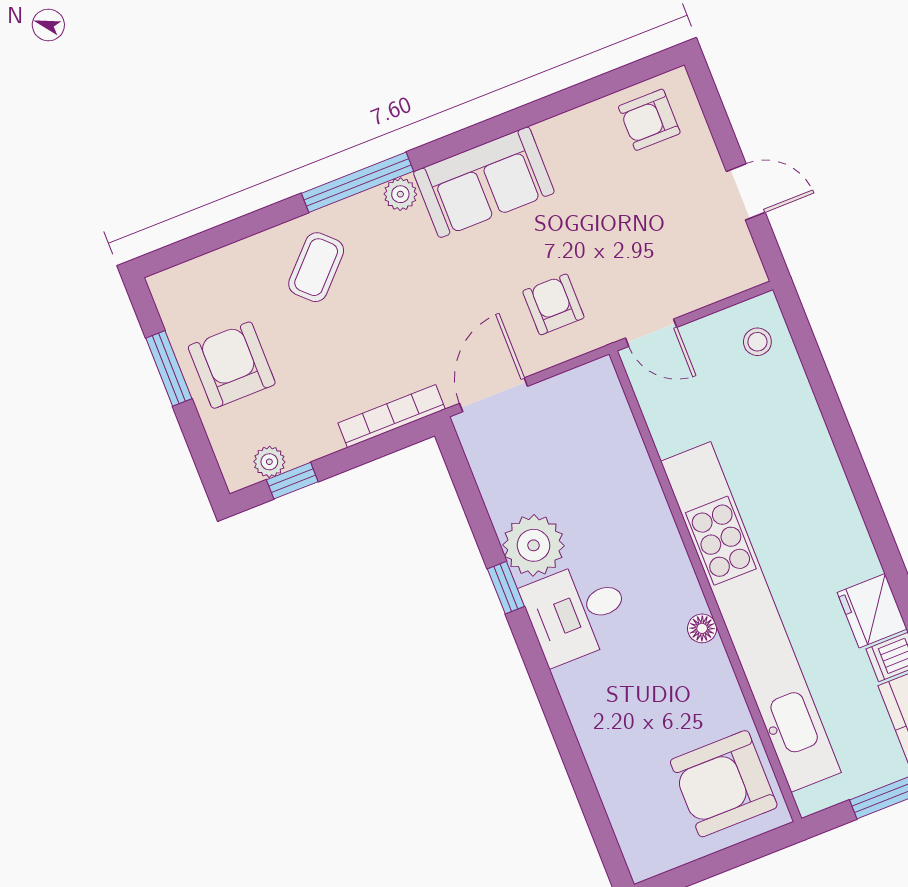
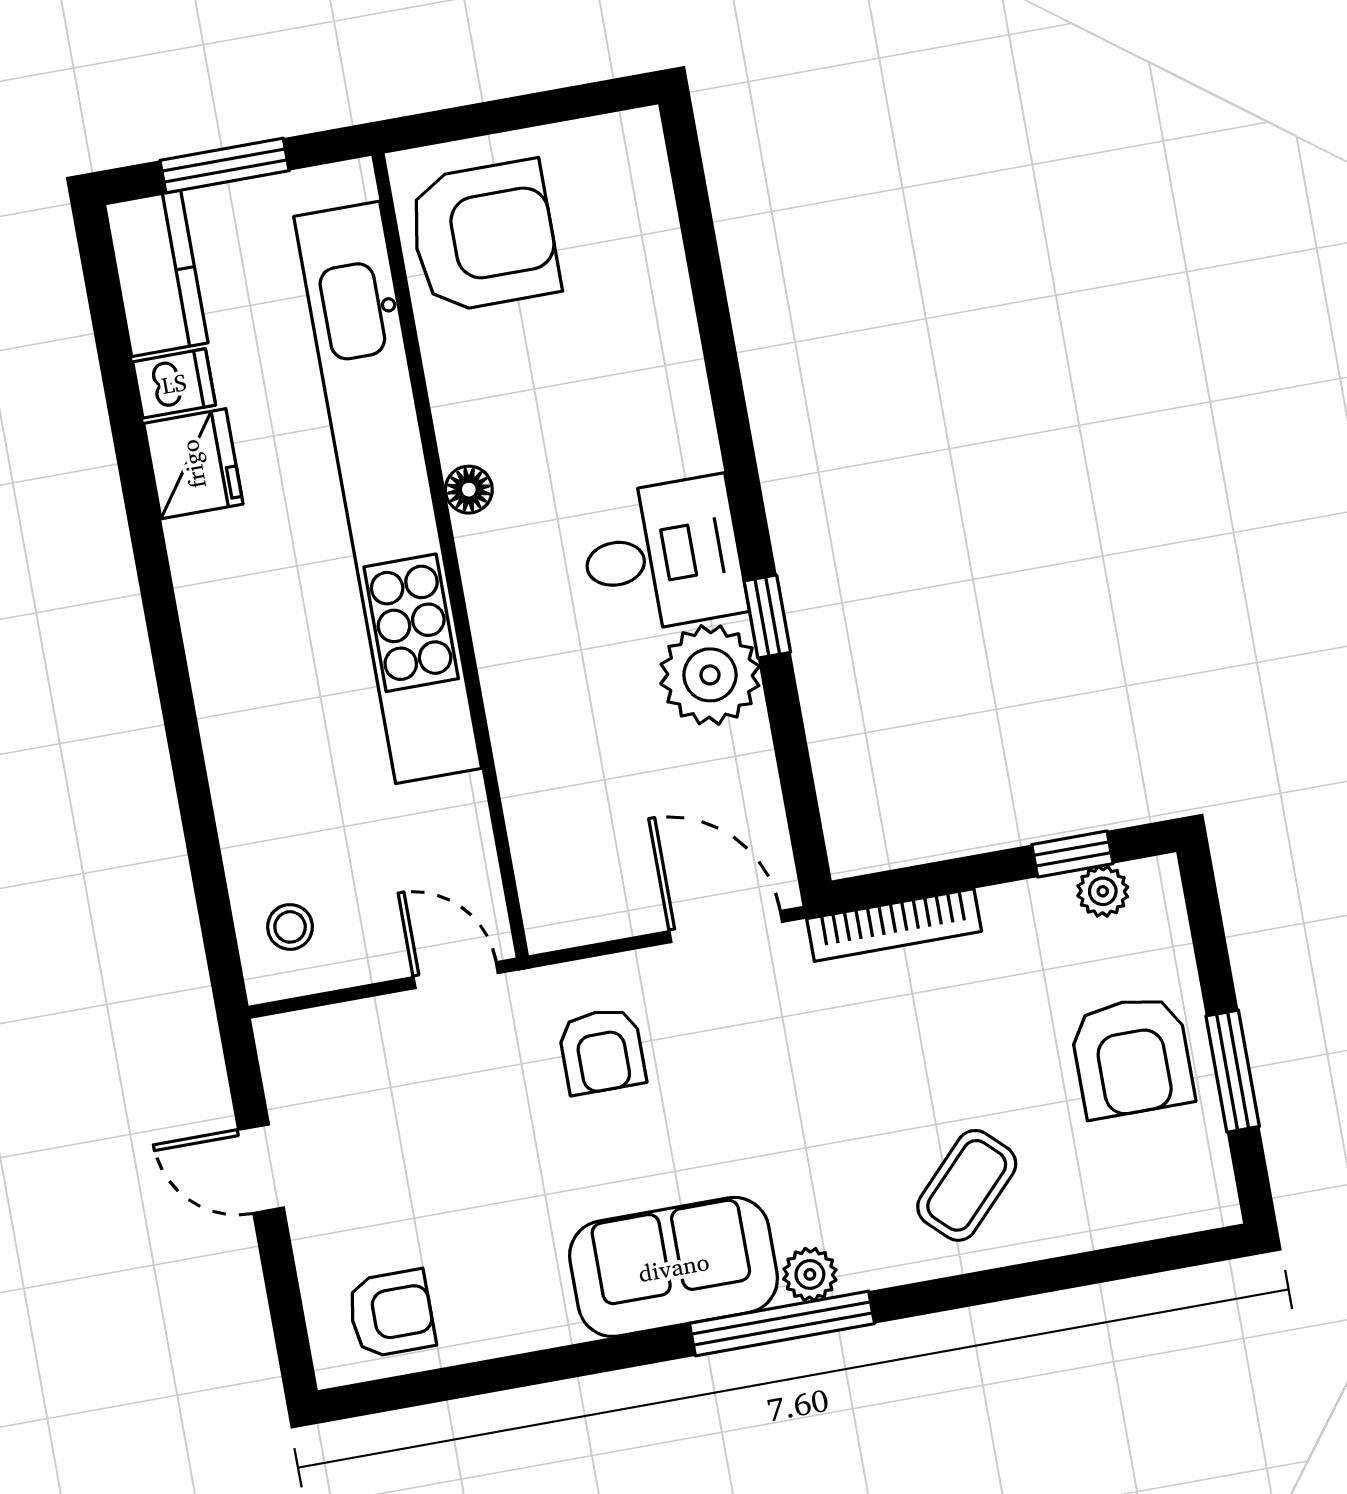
window: (357, 182) -> (782, 1323), moved
door: (494, 395) -> (726, 926), swing flipped

